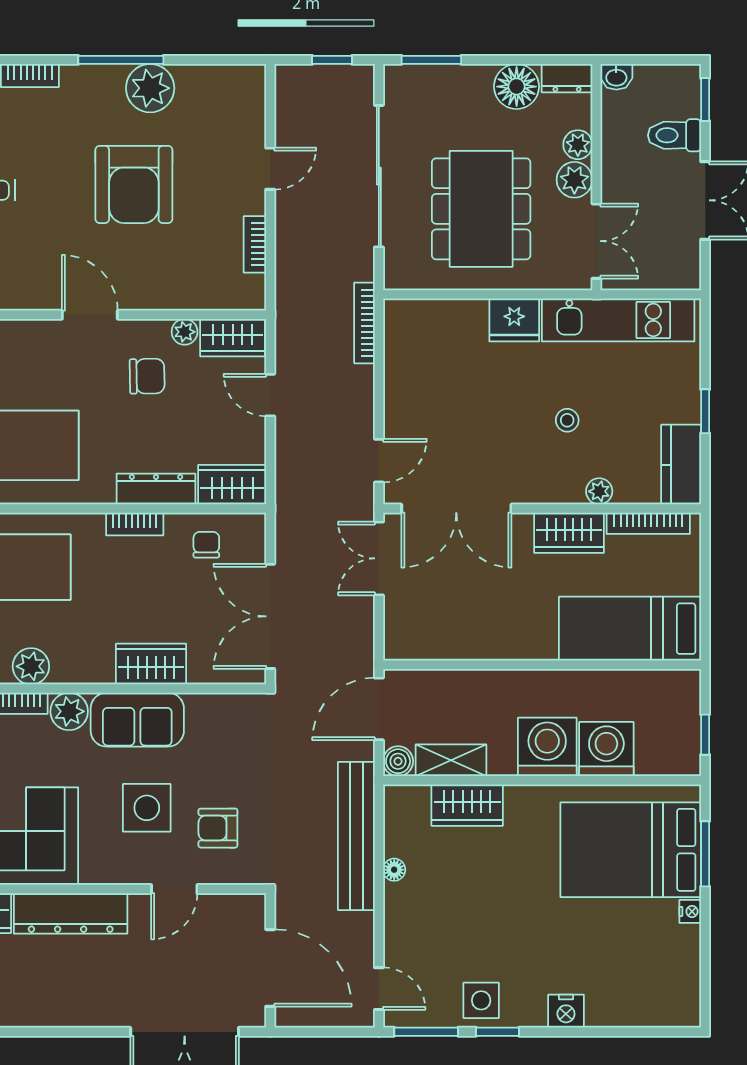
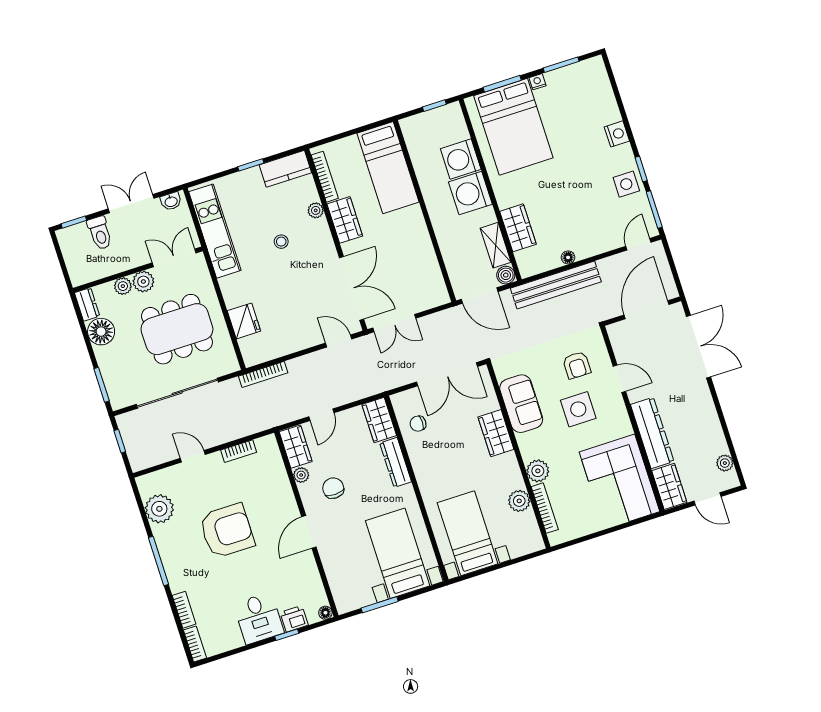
washbasin: (616, 77) -> (171, 201), moved, turned 90
plant: (150, 88) -> (159, 509), moved
fridge: (514, 320) -> (244, 321), moved
bookcase: (135, 524) -> (419, 468), removed
sofa: (137, 720) -> (521, 404), moved
window: (705, 958) -> (561, 65), added

